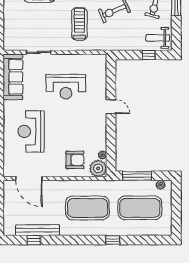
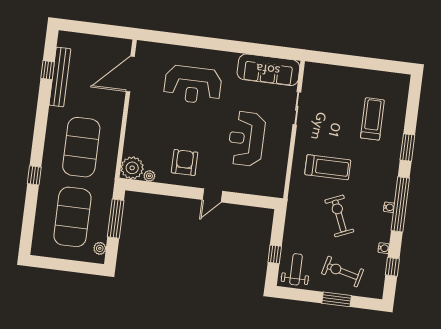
reception desk: (31, 131) -> (193, 85), turned 180
armchair: (75, 160) -> (185, 162), moved, turned 180

